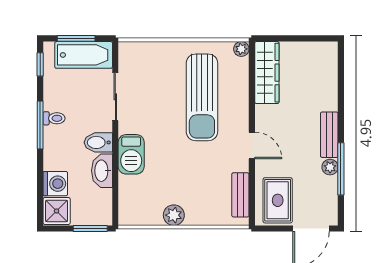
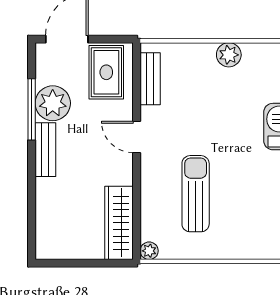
sun lounger: (202, 97) -> (196, 194), width x0.73, depth x0.75
plant: (330, 167) -> (53, 103), width x1.87, depth x1.87

